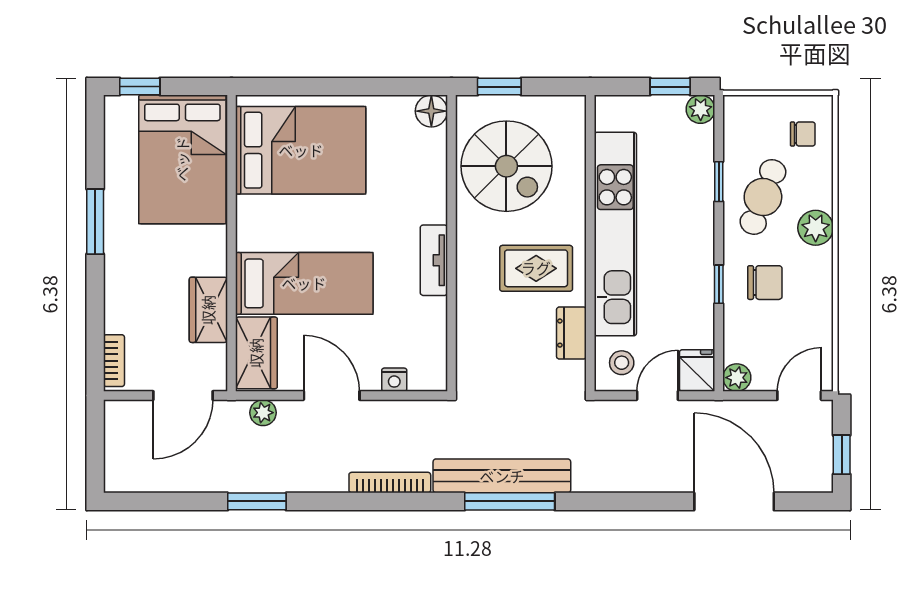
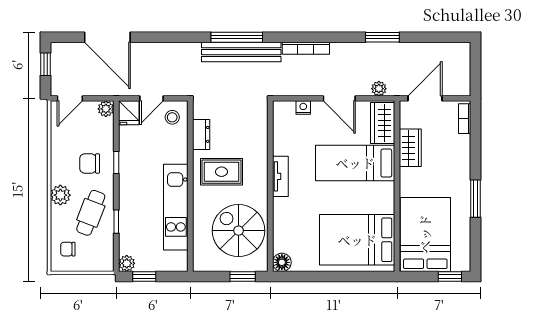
kitchen unit: (615, 234) -> (176, 207), width x0.73

